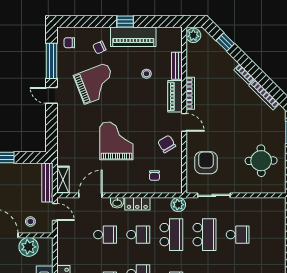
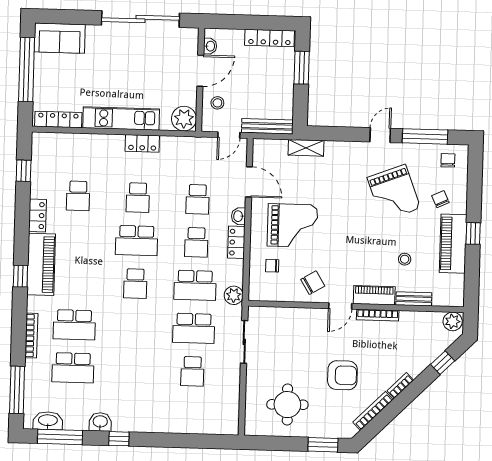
grand piano: (116, 141) -> (292, 225), moved
armchair: (206, 163) -> (342, 375), moved
shelving: (63, 180) -> (306, 148), moved
plant: (29, 247) -> (184, 119), moved

